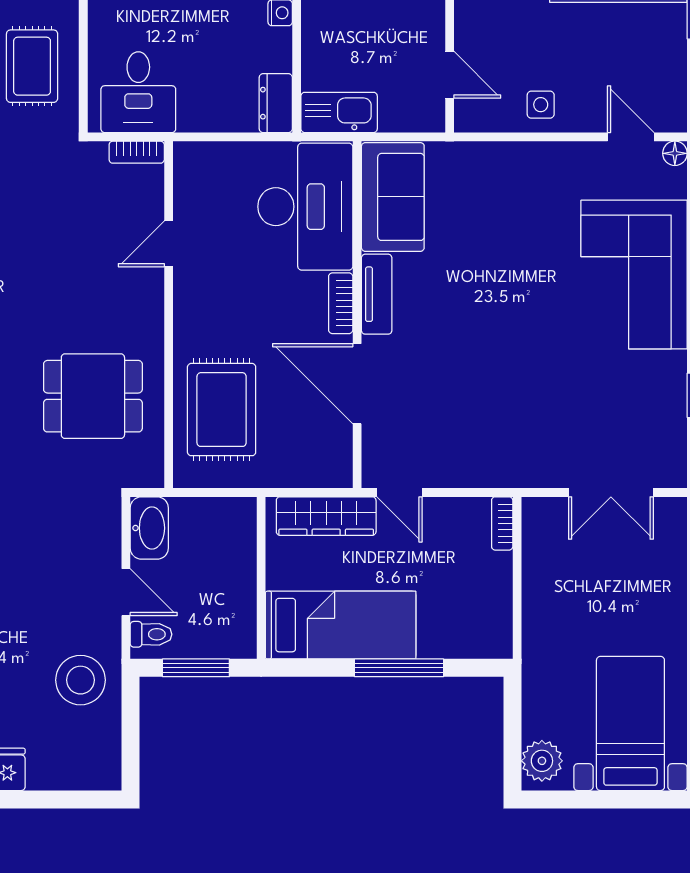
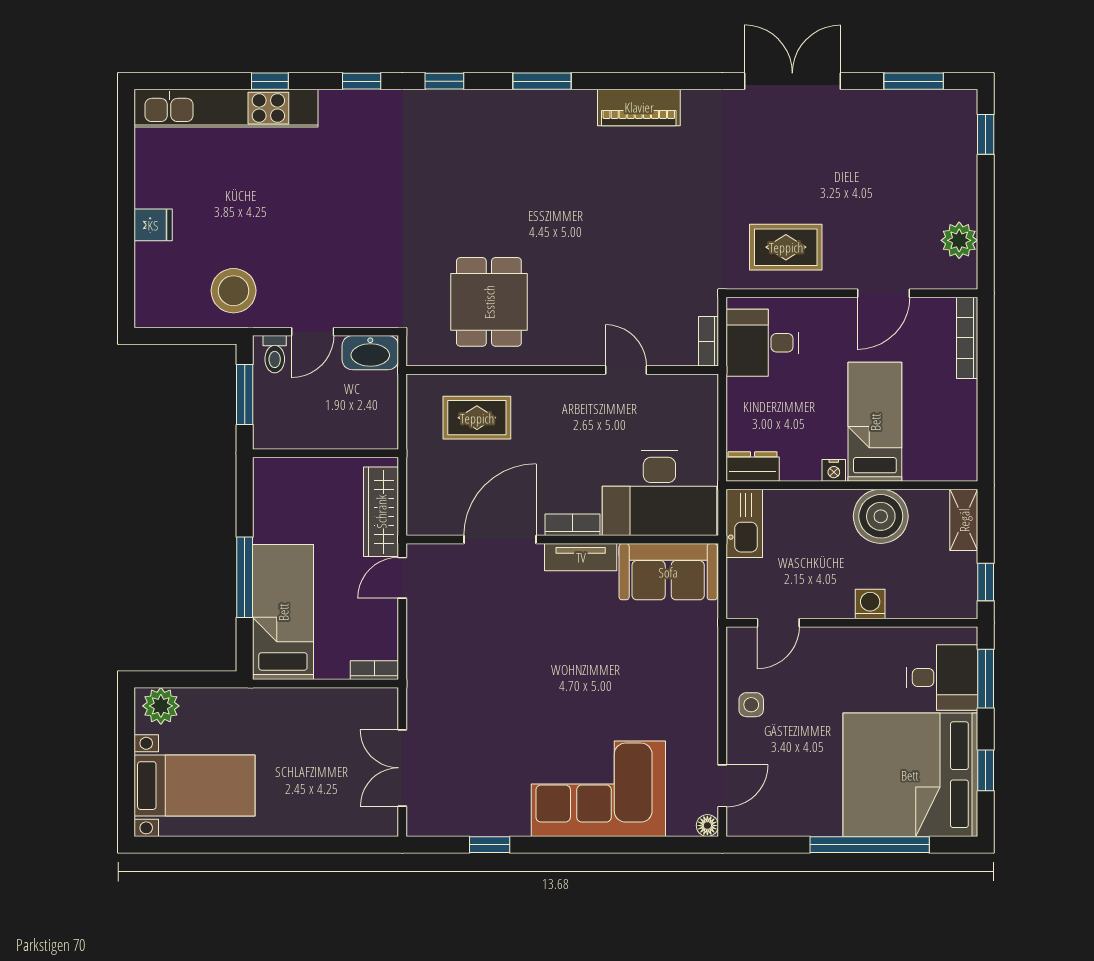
rug: (222, 410) -> (477, 418), width x0.73, depth x0.70
bed: (341, 625) -> (283, 612), moved, turned 180

